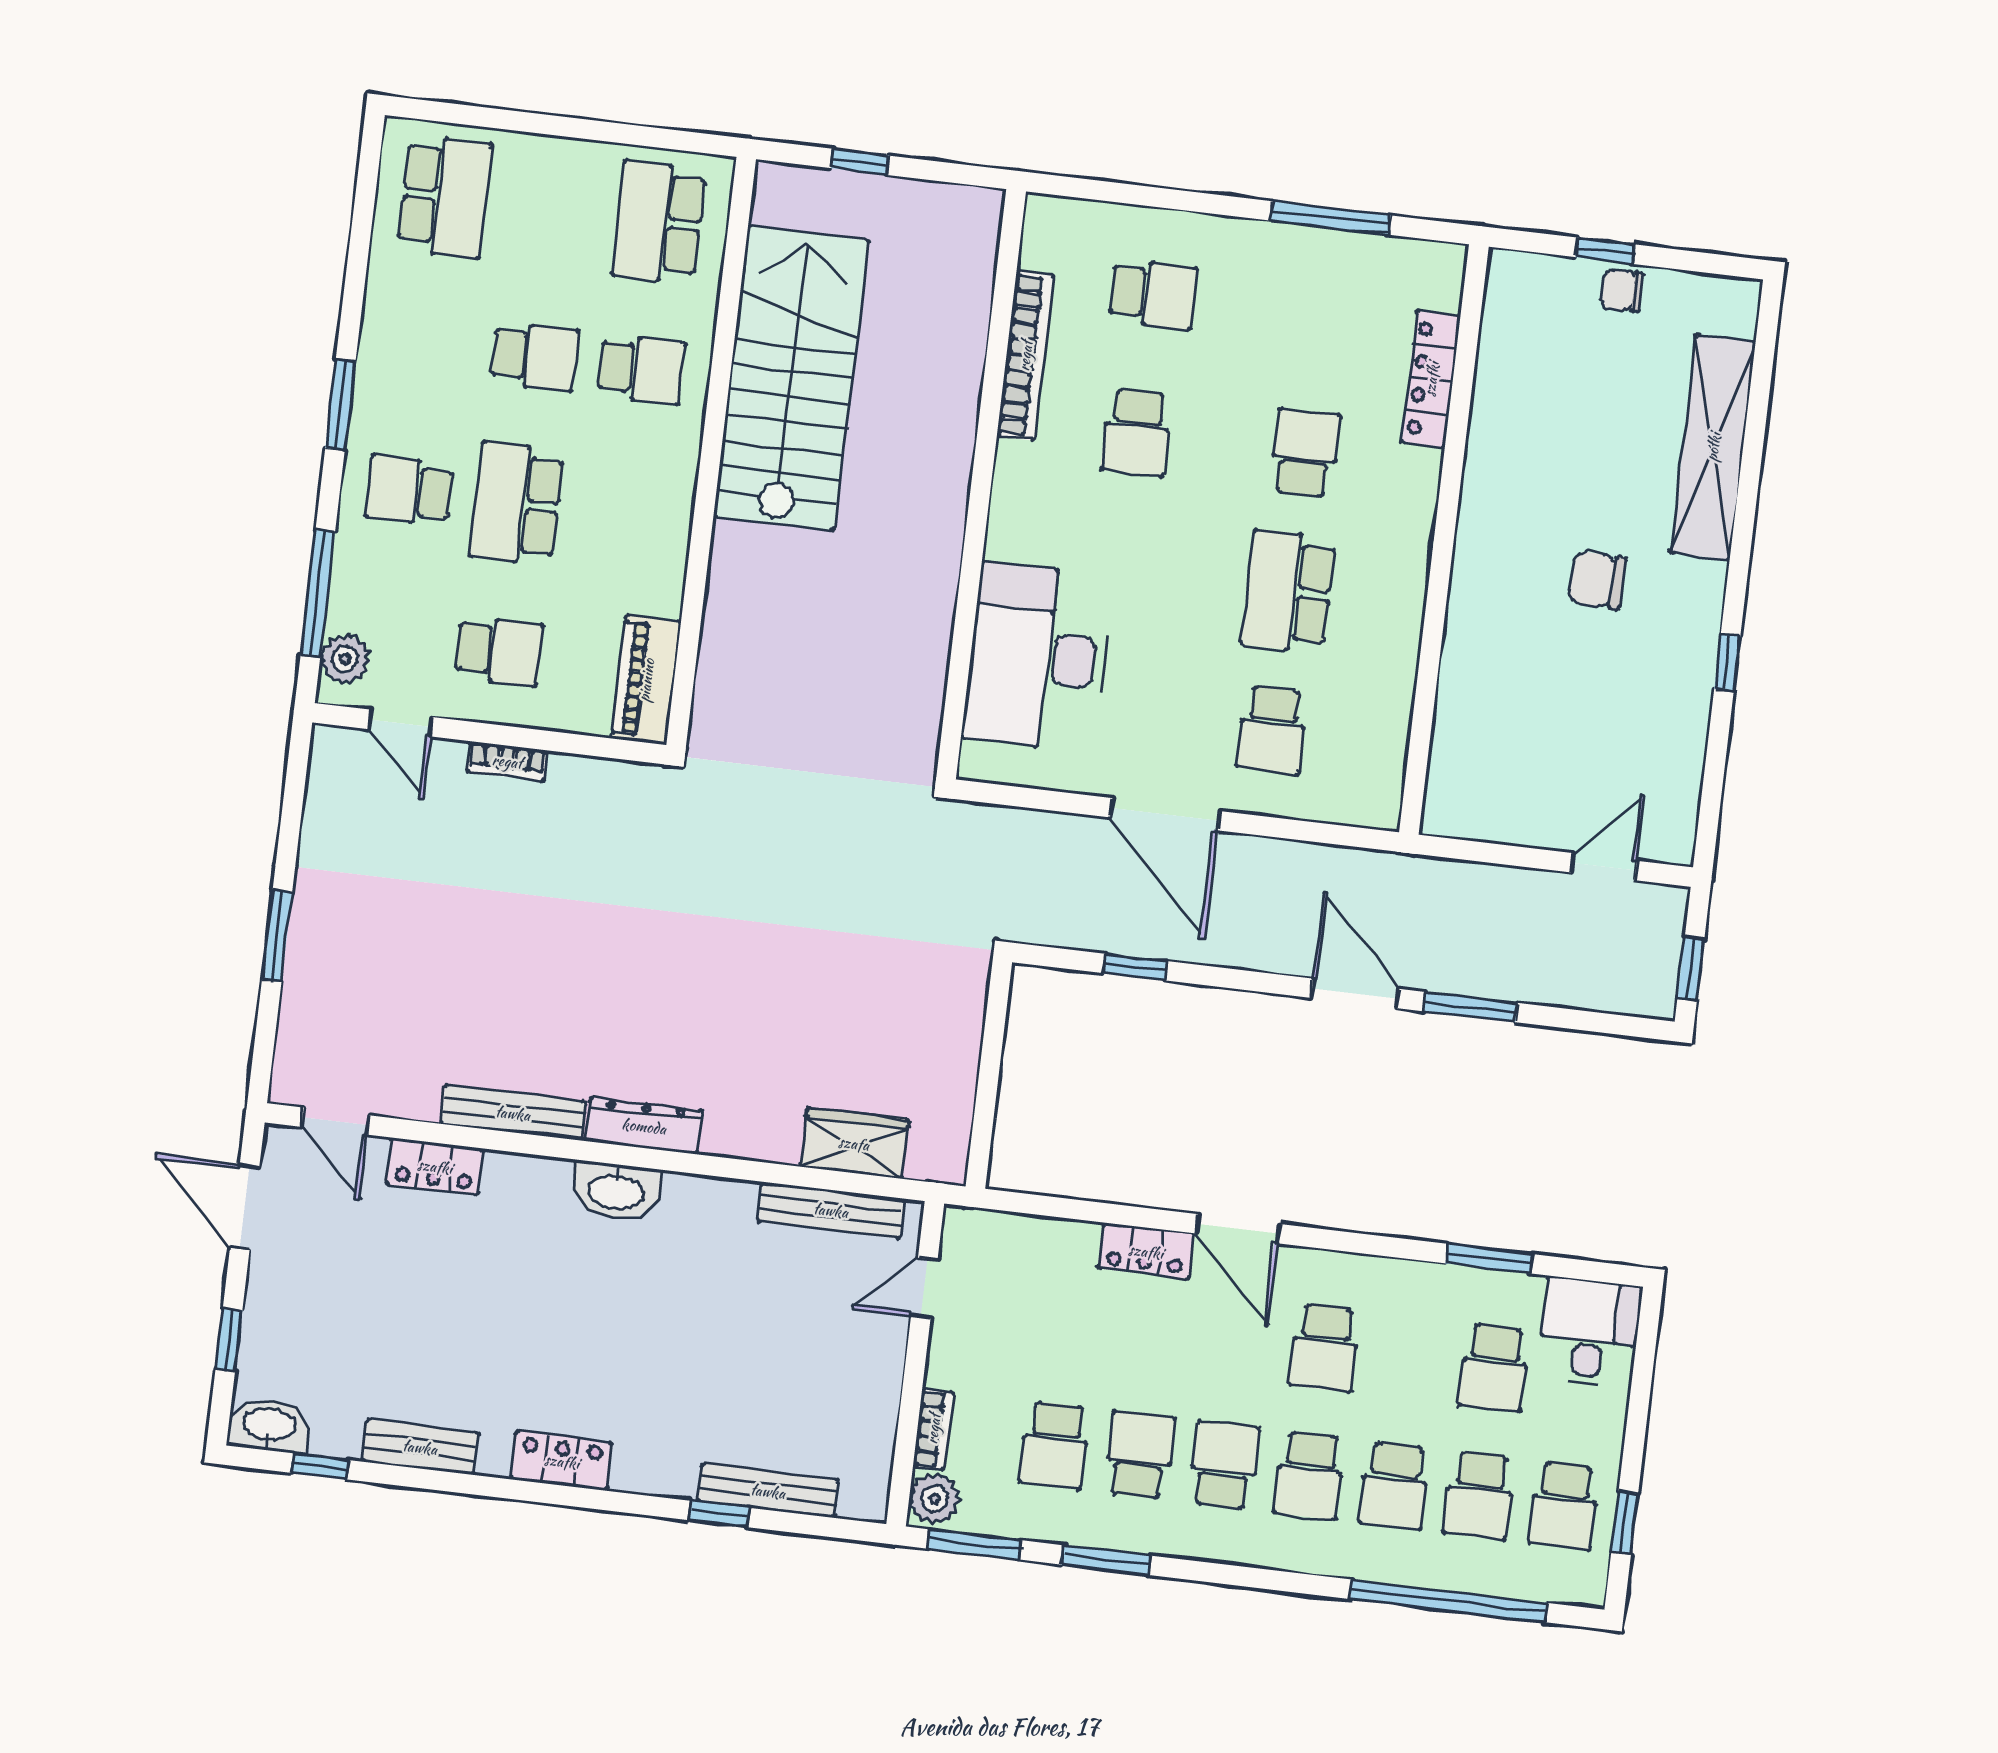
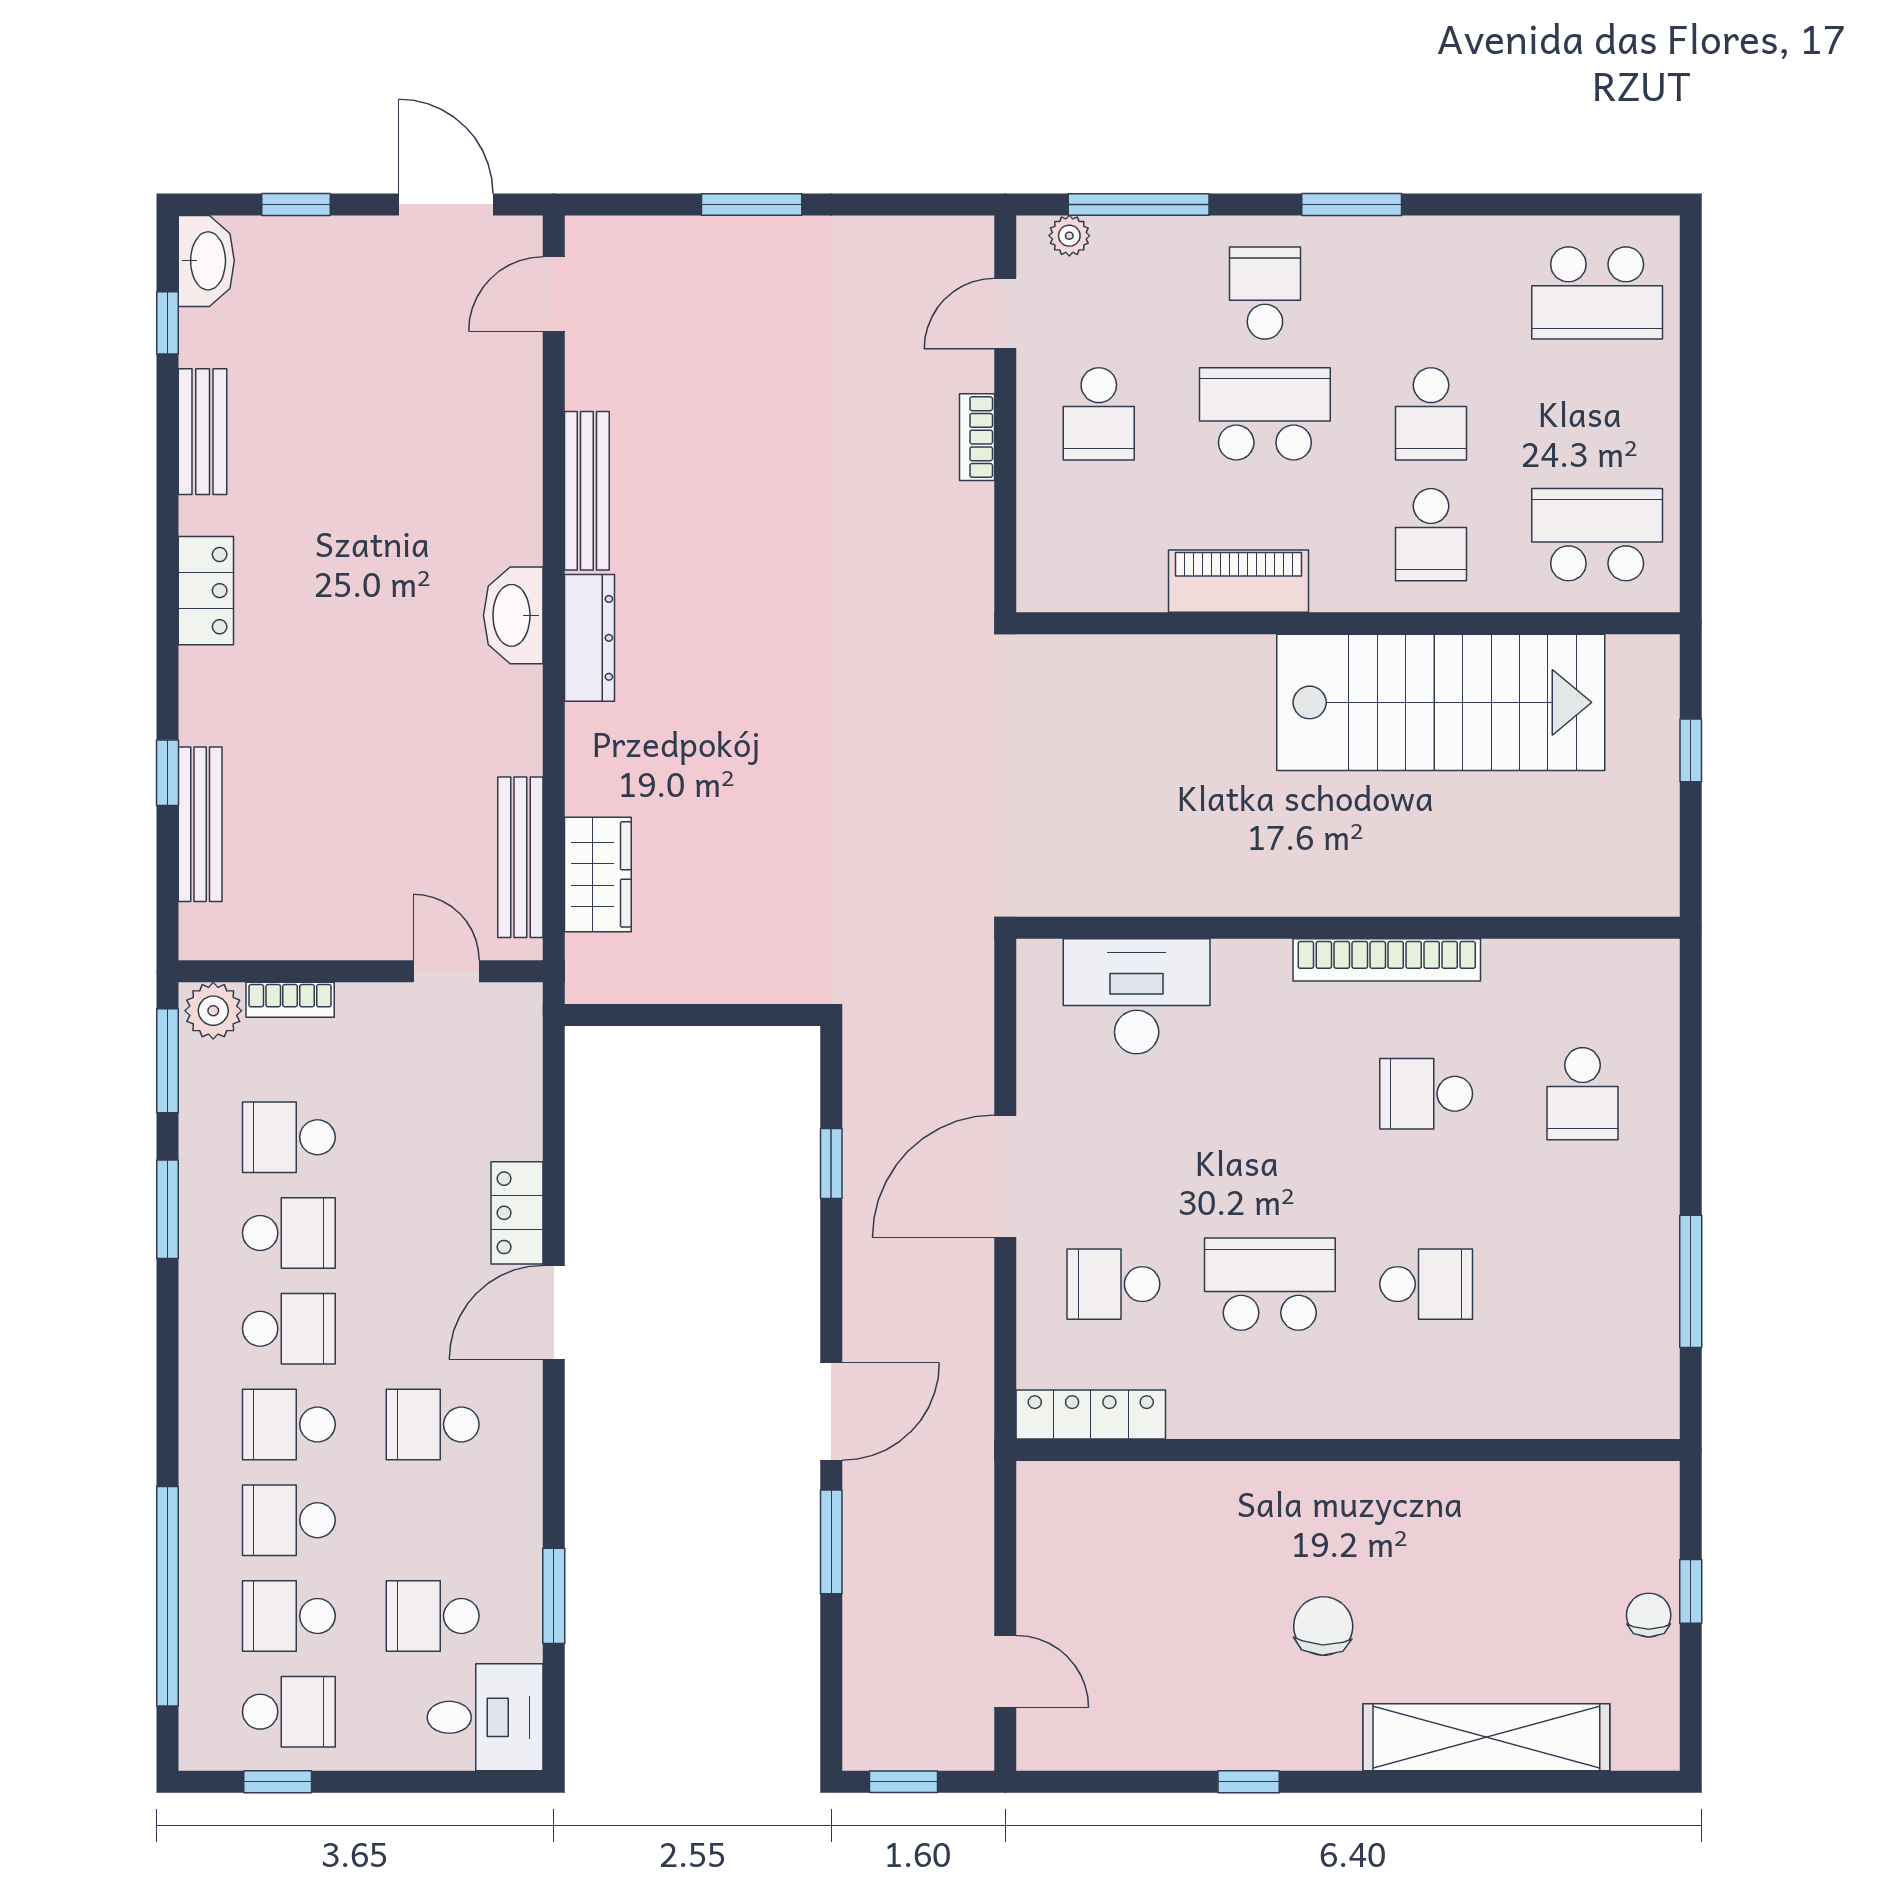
bookcase: (1025, 356) -> (1387, 960), moved
locker: (1431, 379) -> (1091, 1414), moved
desk: (1038, 657) -> (1137, 996), width x0.73, depth x0.77
plant: (345, 659) -> (1069, 236), width x0.73, depth x0.73
piano: (646, 680) -> (1238, 581), moved
locker: (435, 1166) -> (517, 410), removed
door: (245, 1207) -> (446, 204), hinge flipped
school desk: (1564, 1506) -> (289, 1712), turned 180

